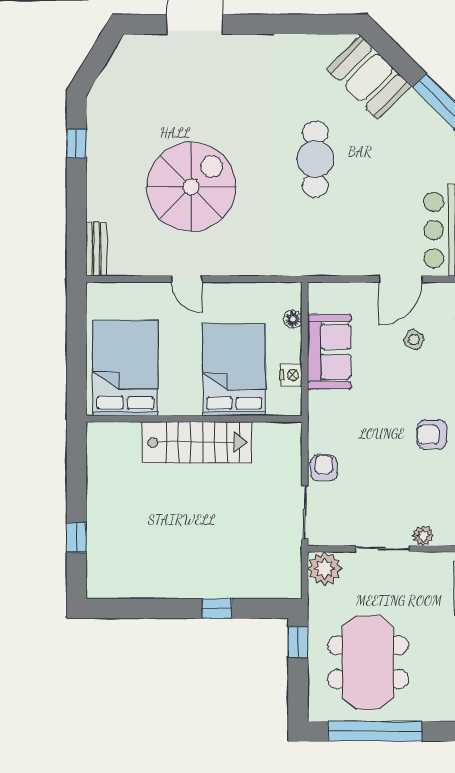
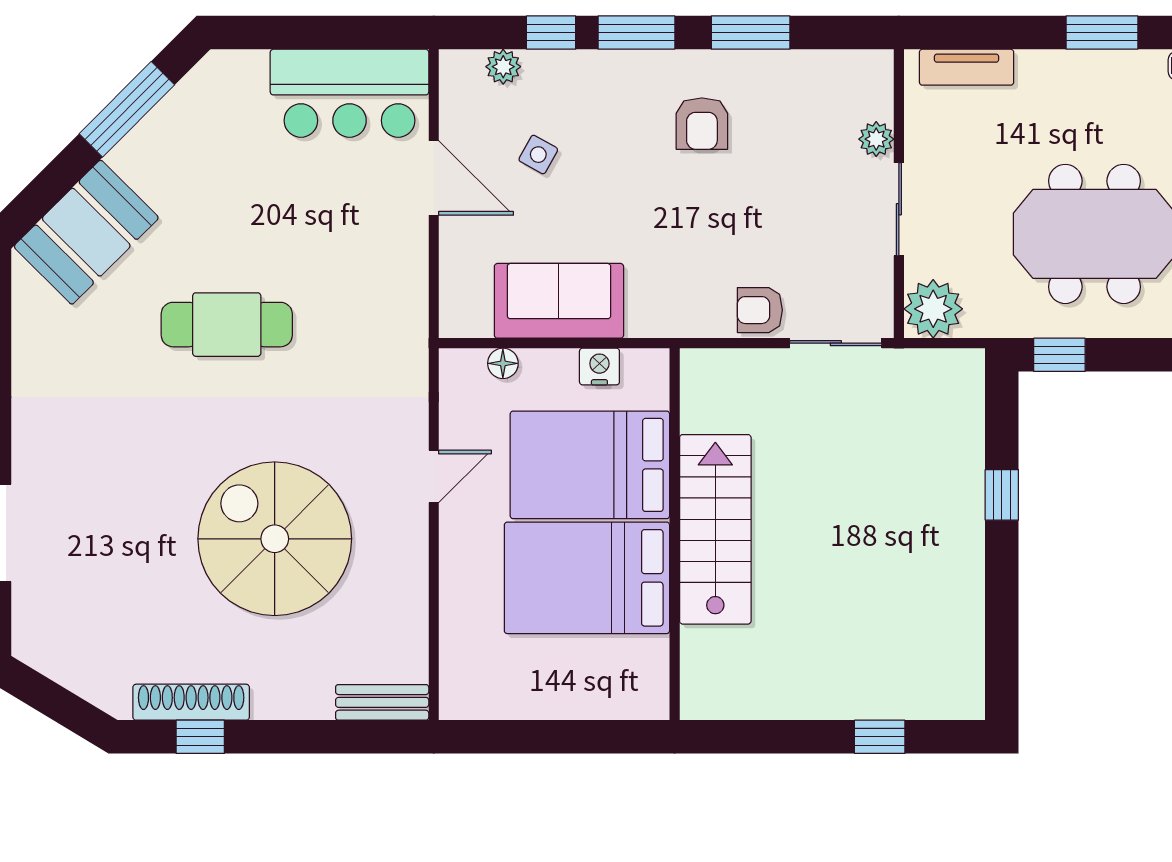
shoe rack: (96, 138) -> (191, 702), added
door: (187, 279) -> (434, 476), moved
bed: (125, 368) -> (587, 578), moved

